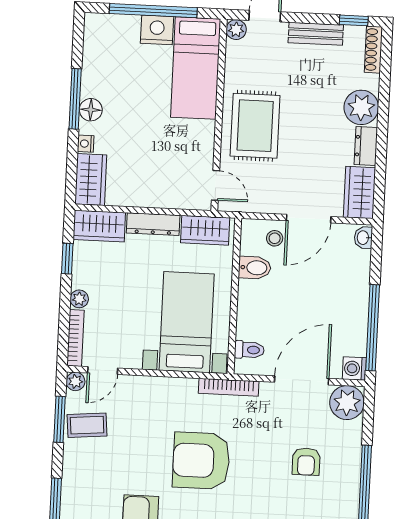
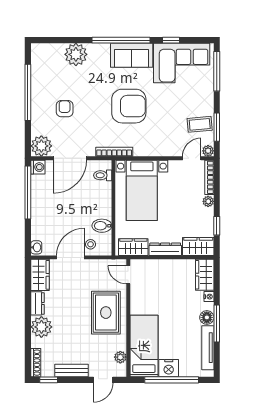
plant: (236, 30) -> (120, 357), moved
tv unit: (92, 60) -> (208, 348), added

